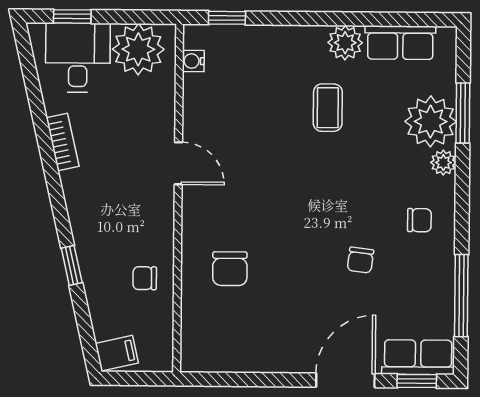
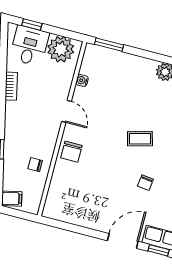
window: (227, 18) -> (109, 45), width x1.50
water cooler: (193, 61) -> (82, 80), moved
coffee table: (328, 108) -> (140, 139), moved, turned 75
chair: (230, 269) -> (71, 152), moved

